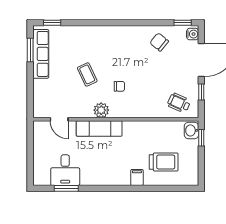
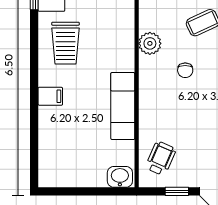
exam couch: (99, 129) -> (123, 106), moved
window: (201, 138) -> (109, 191), removed
trolley: (164, 162) -> (65, 43), moved

